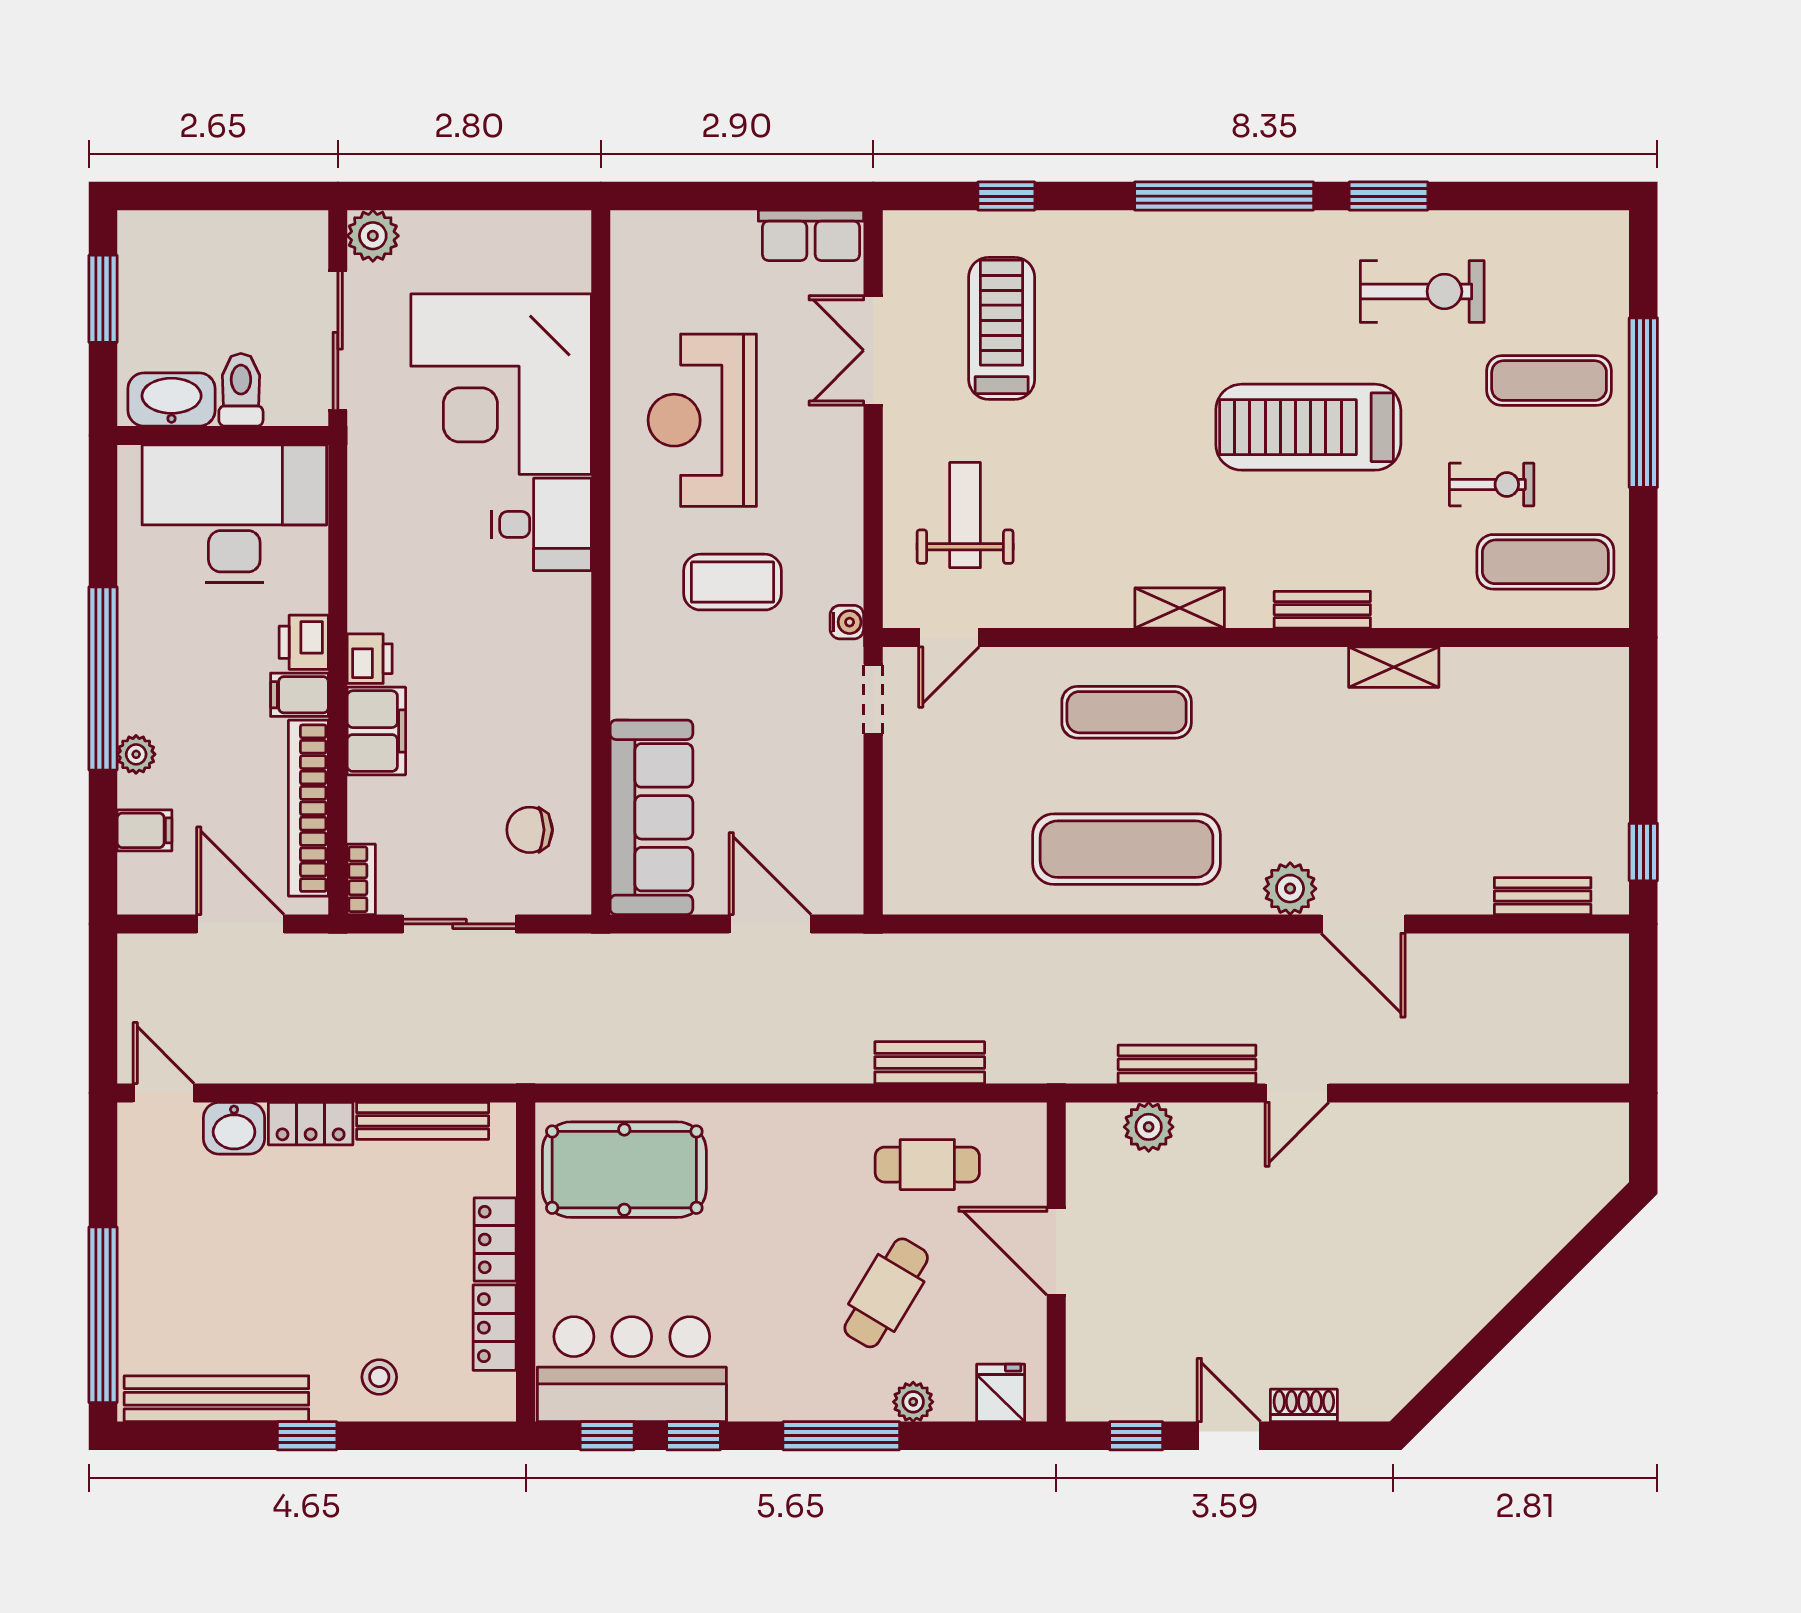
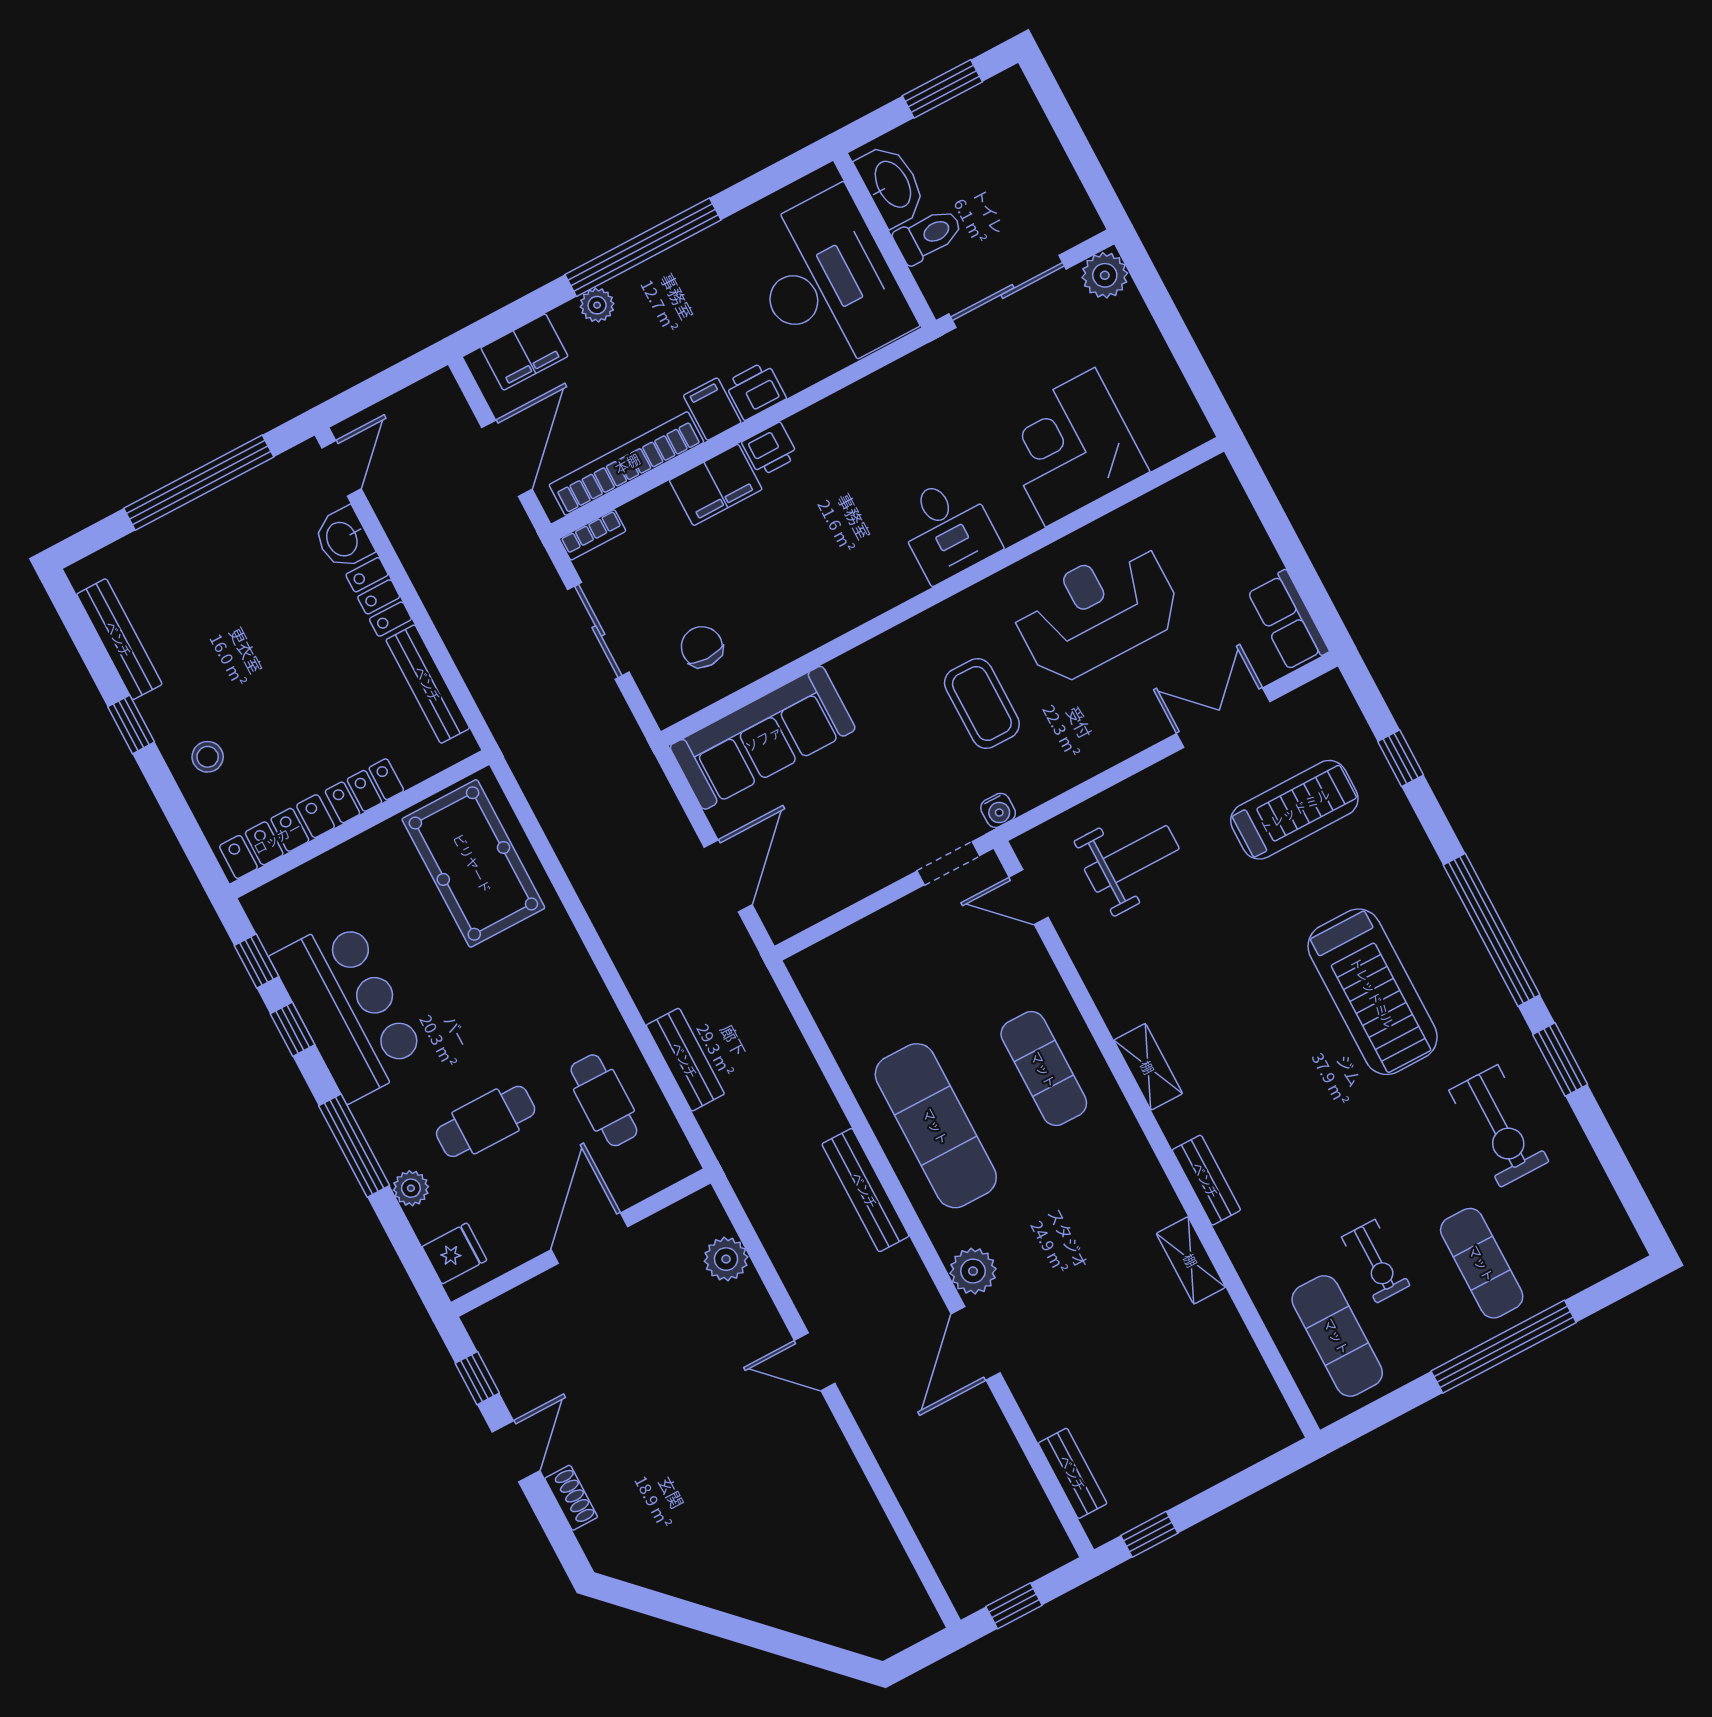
corner desk: (501, 384) -> (1070, 447), width x0.74, depth x0.74
treadmill: (1308, 427) -> (1373, 992), moved, turned 180
filing cabinet: (144, 830) -> (524, 352), width x2.00
window: (1643, 1024) -> (1014, 1606), added
bench: (1187, 1064) -> (865, 1190), moved
cafe table: (886, 1293) -> (486, 1121), turned -31
window: (103, 1315) -> (199, 483), moved
locker: (495, 1328) -> (277, 837), width x1.53
bar counter: (632, 1369) -> (349, 1009), moved
bench: (216, 1399) -> (119, 639), width x0.73, depth x0.82

